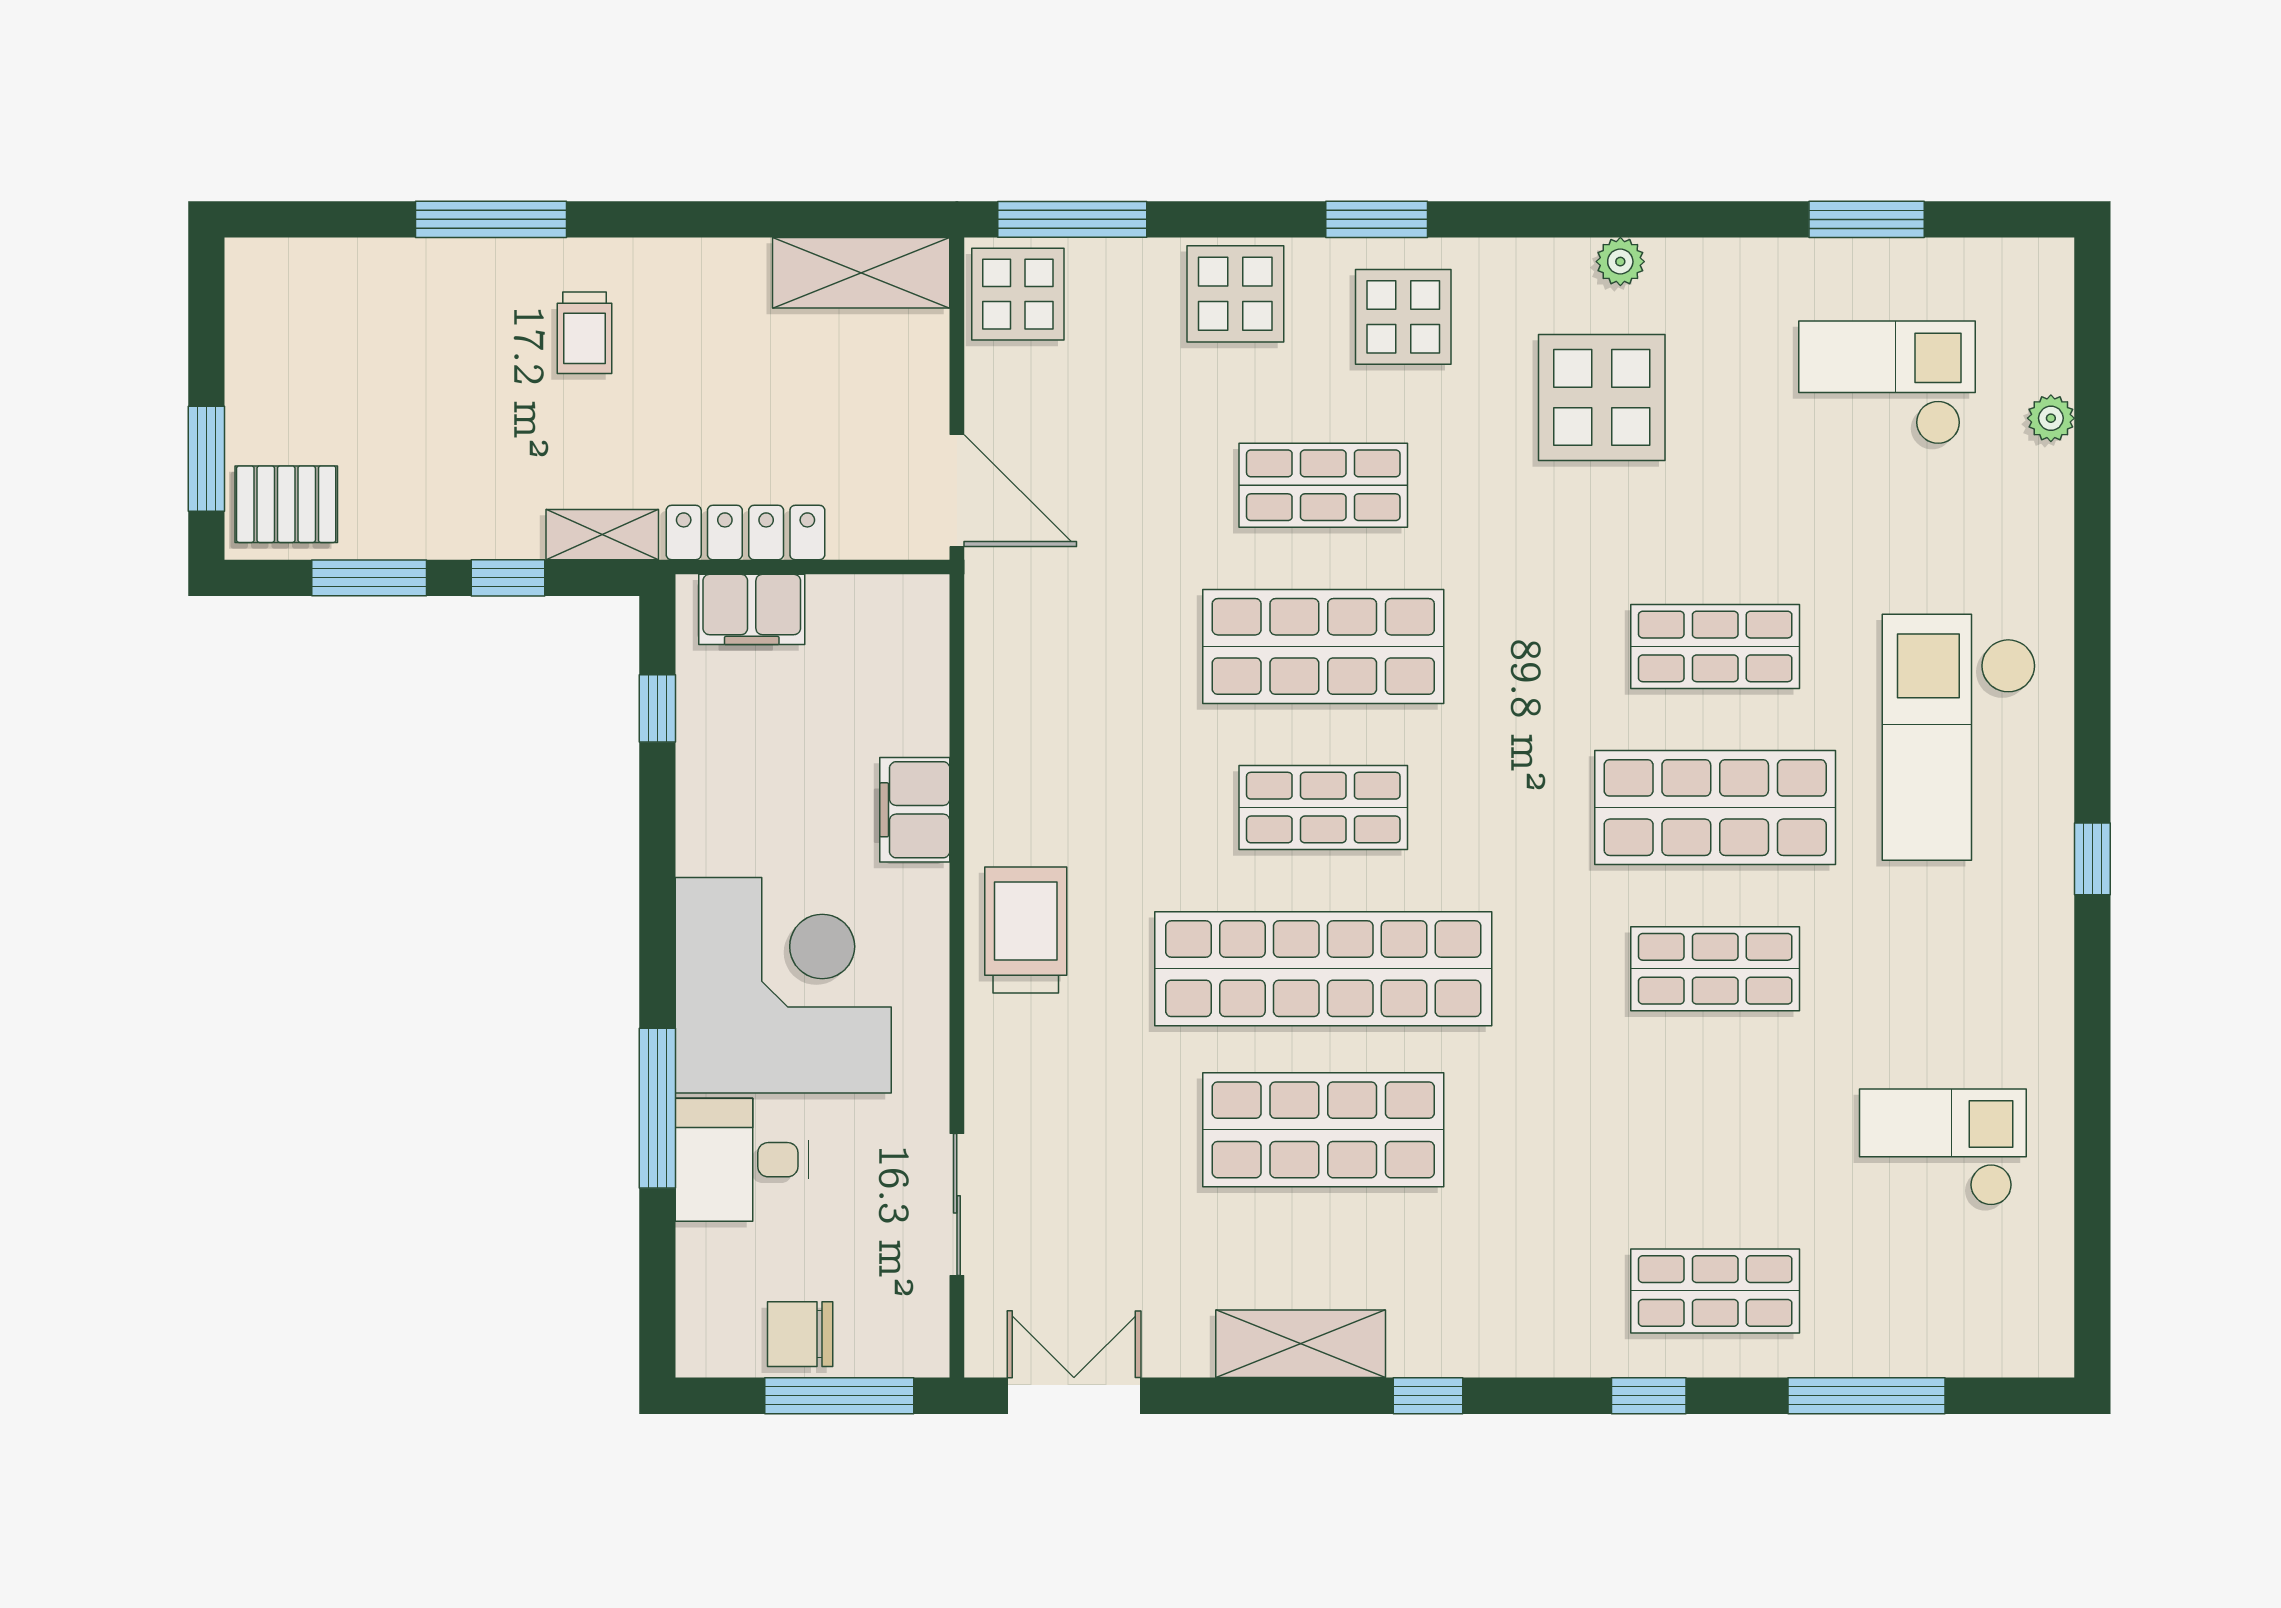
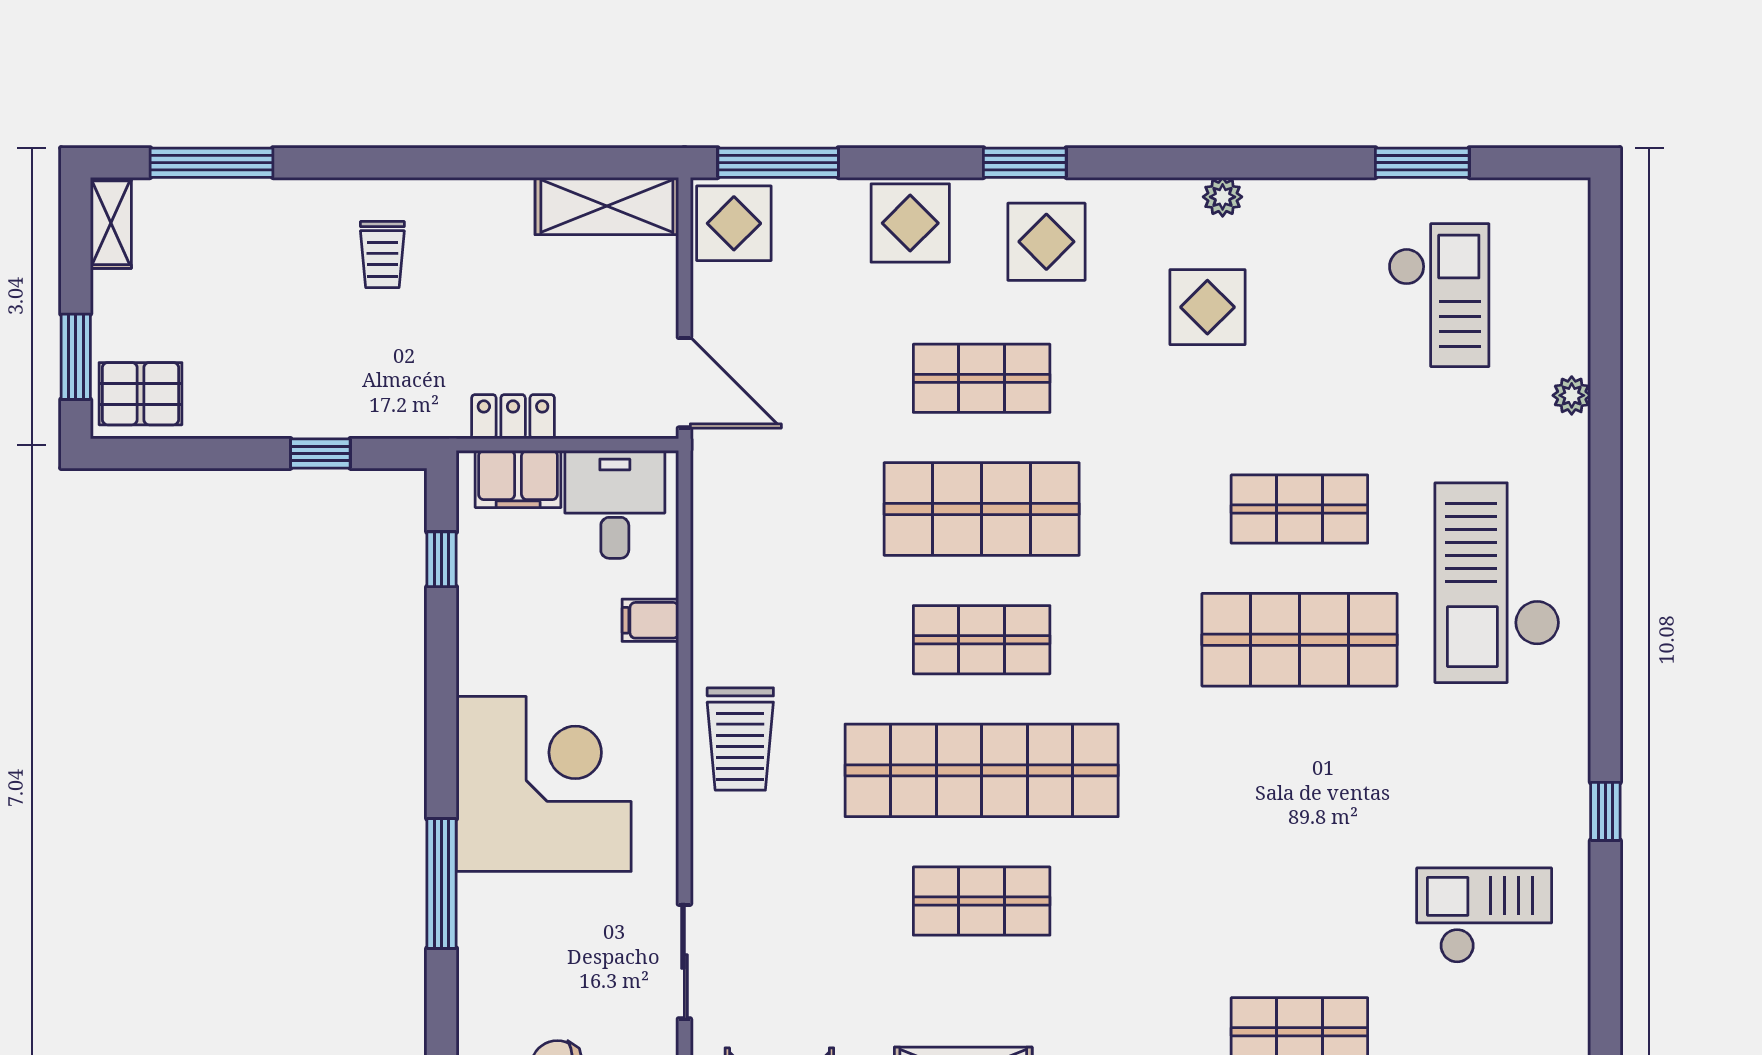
window: (491, 219) -> (211, 163), moved
checkout: (1887, 383) -> (1439, 295), turned 90
display table: (1602, 397) -> (1207, 307), width x0.73, depth x0.73
plant: (2051, 418) -> (1572, 395), moved
locker: (746, 533) -> (513, 417), width x0.66
shelving: (602, 535) -> (111, 223), moved, turned 90
window: (369, 578) -> (208, 453), removed
filing cabinet: (915, 810) -> (650, 620), width x0.50
window: (2092, 859) -> (1605, 811), moved
trolley: (1026, 930) -> (740, 739), turned 180
shop shelf: (1715, 969) -> (1299, 770), removed
shop shelf: (1323, 1130) -> (982, 901), width x0.70, depth x0.74
desk: (742, 1160) -> (615, 504), moved, turned 90

